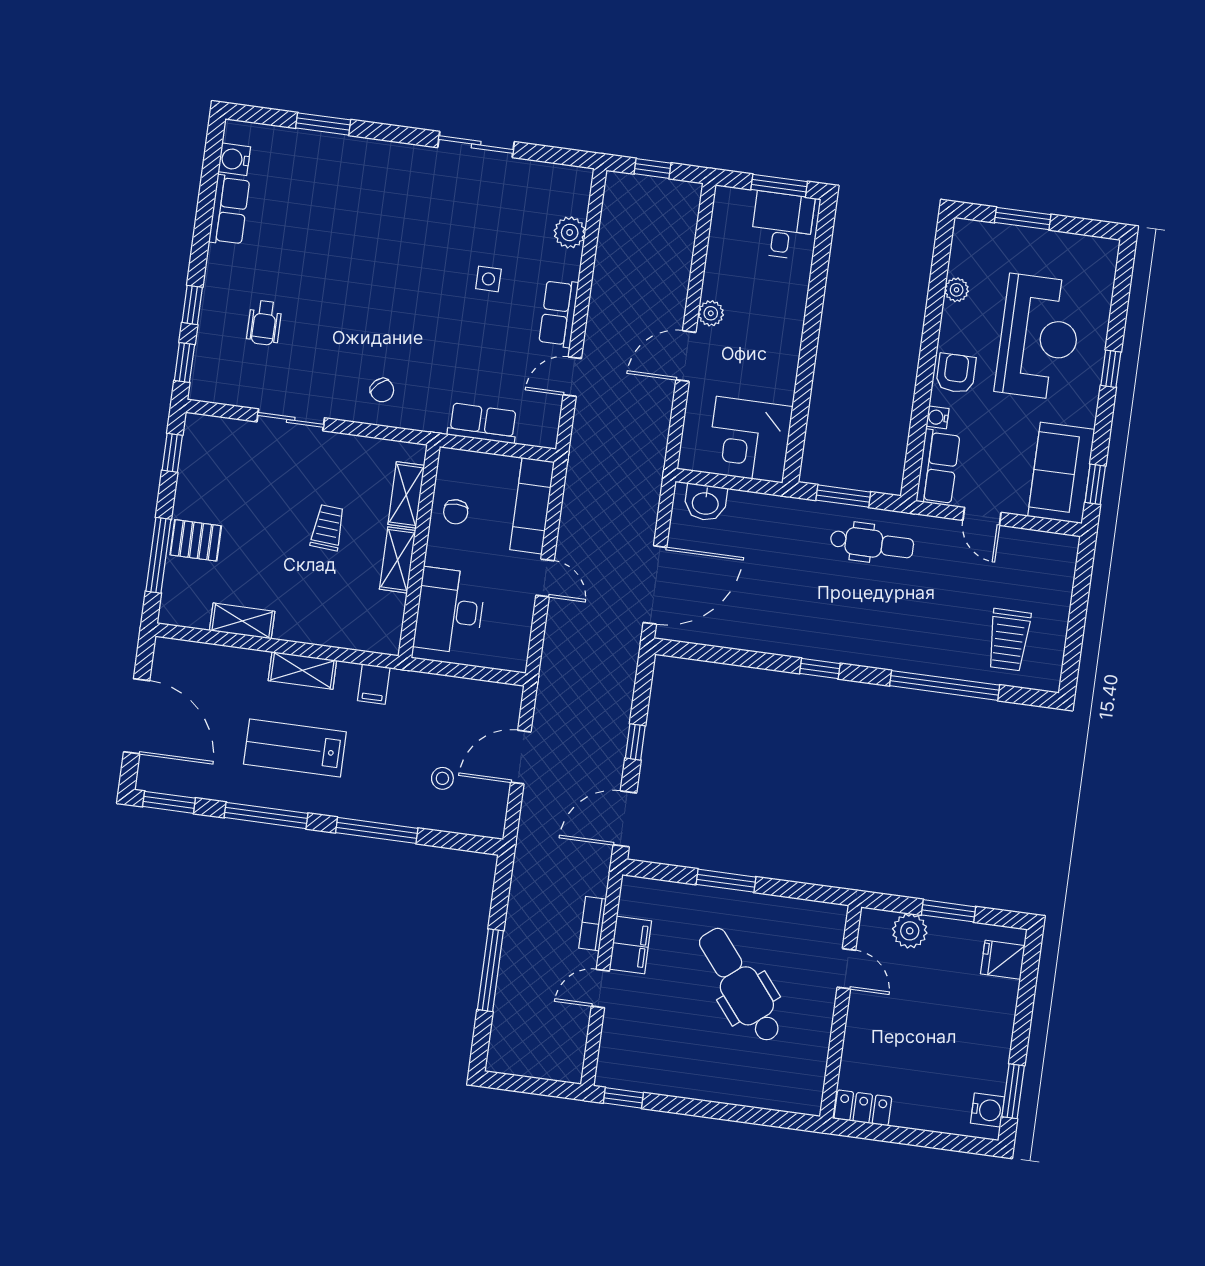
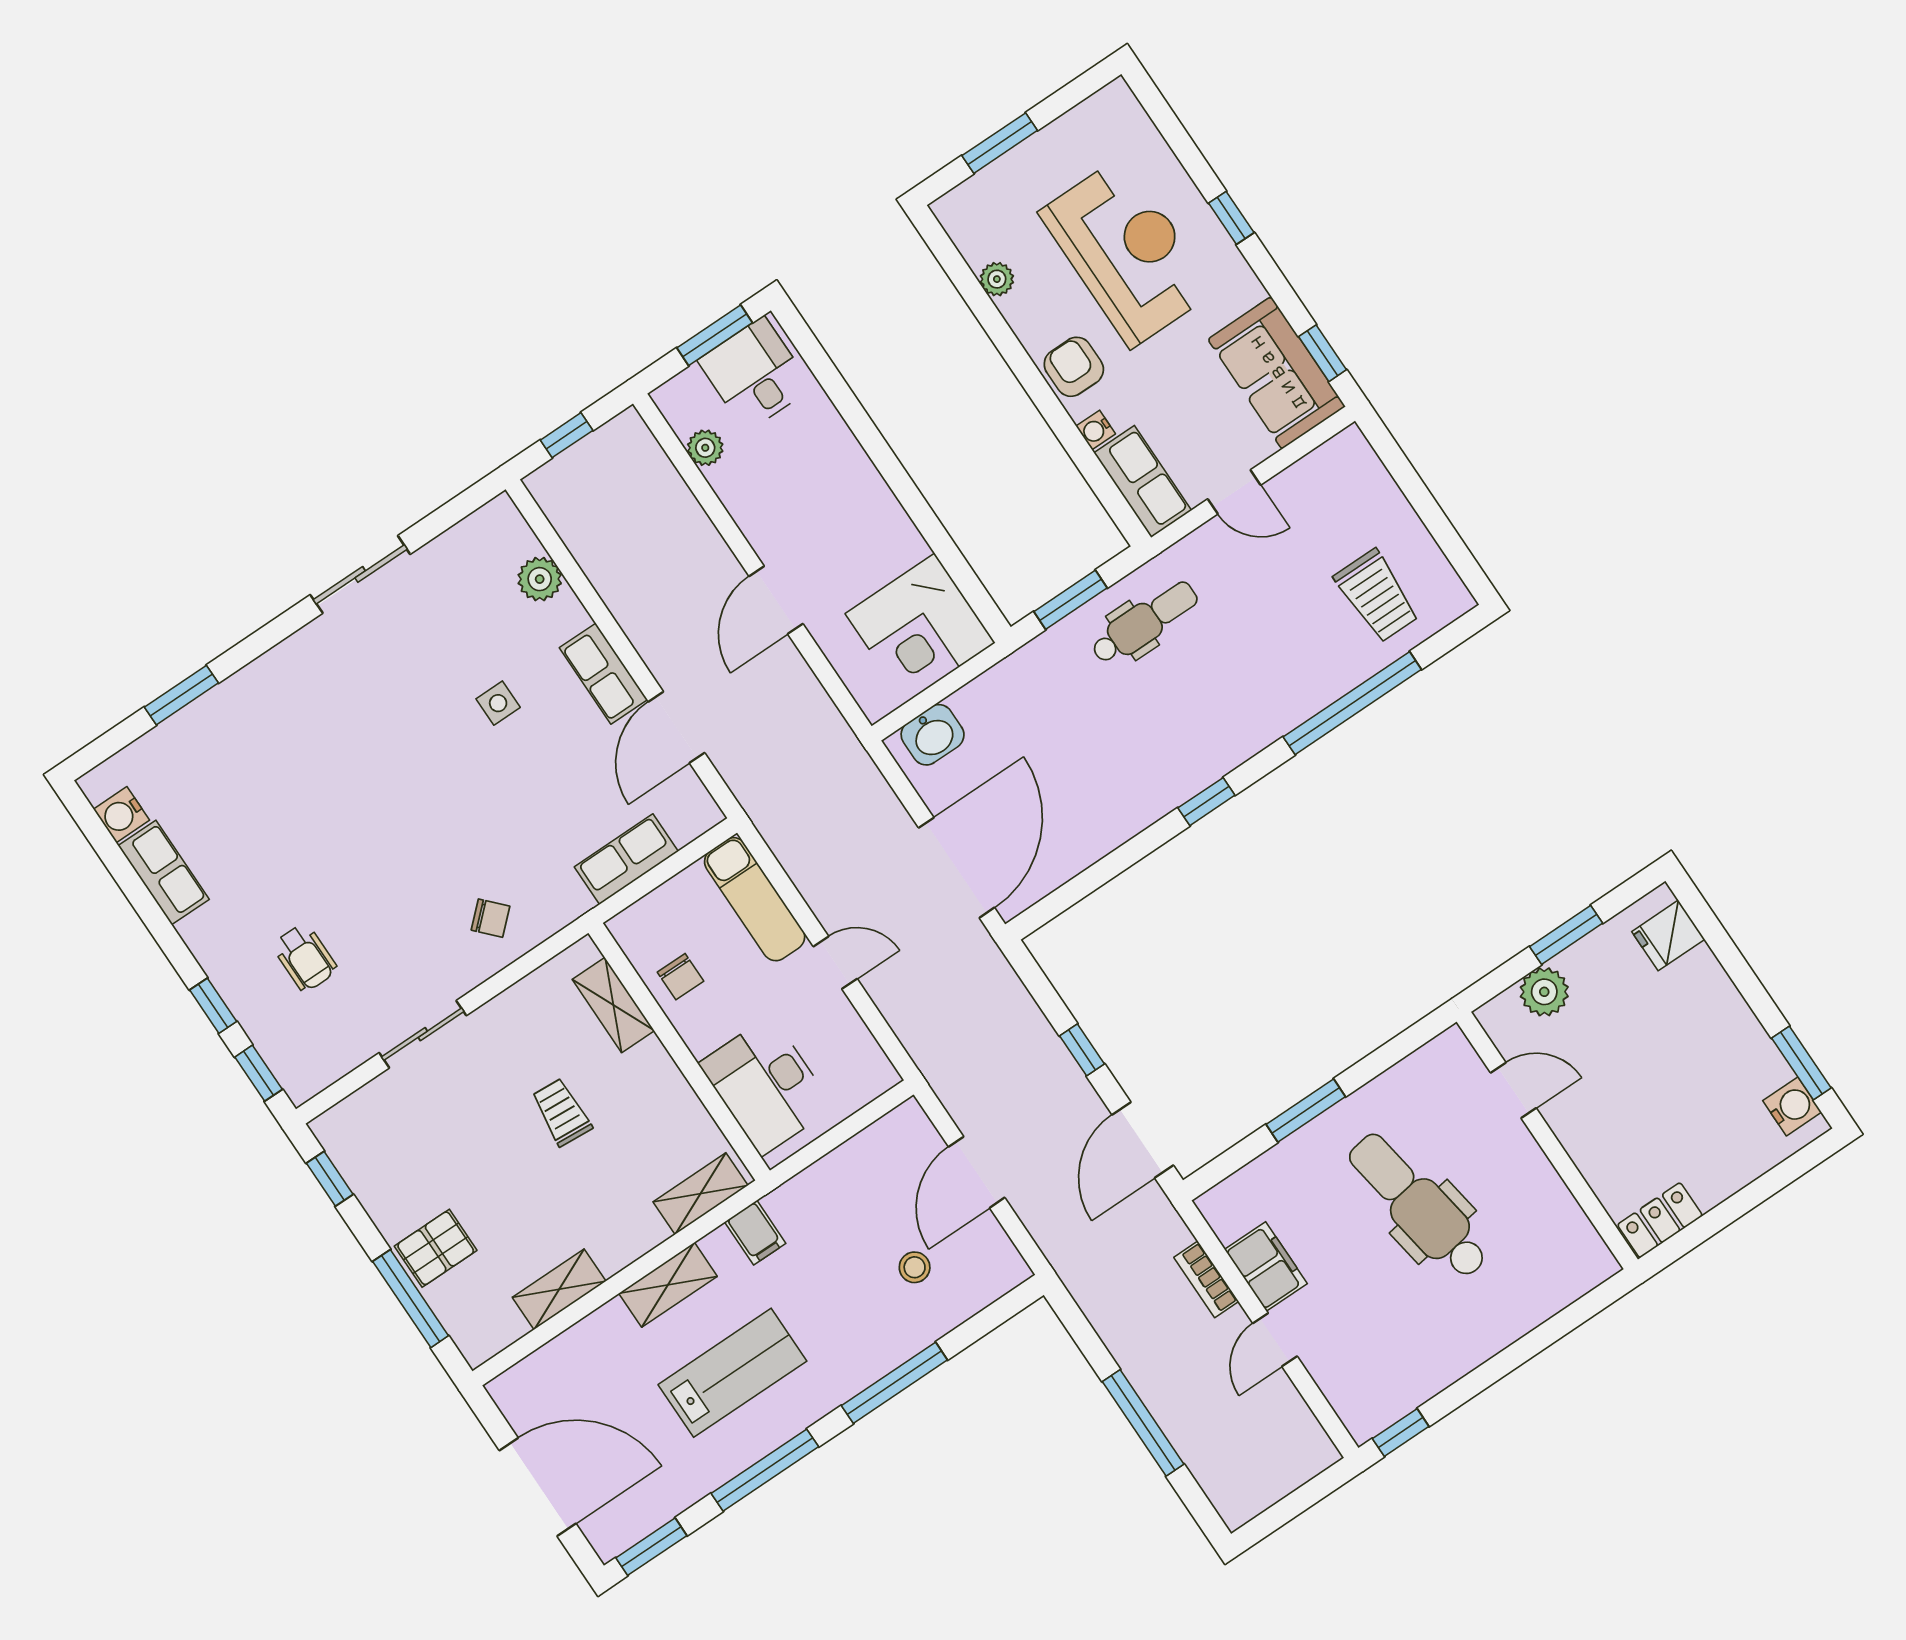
plant: (711, 313) -> (705, 448), moved
door: (572, 377) -> (676, 727), width x1.38
shelving: (398, 560) -> (701, 1194), moved, turned 90
lab bench: (295, 748) -> (732, 1373), turned 180
dental chair: (740, 985) -> (1418, 1206), turned 30

